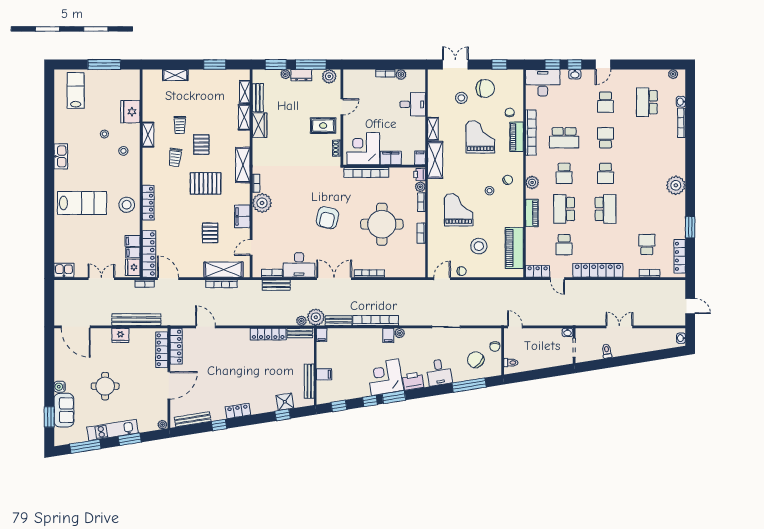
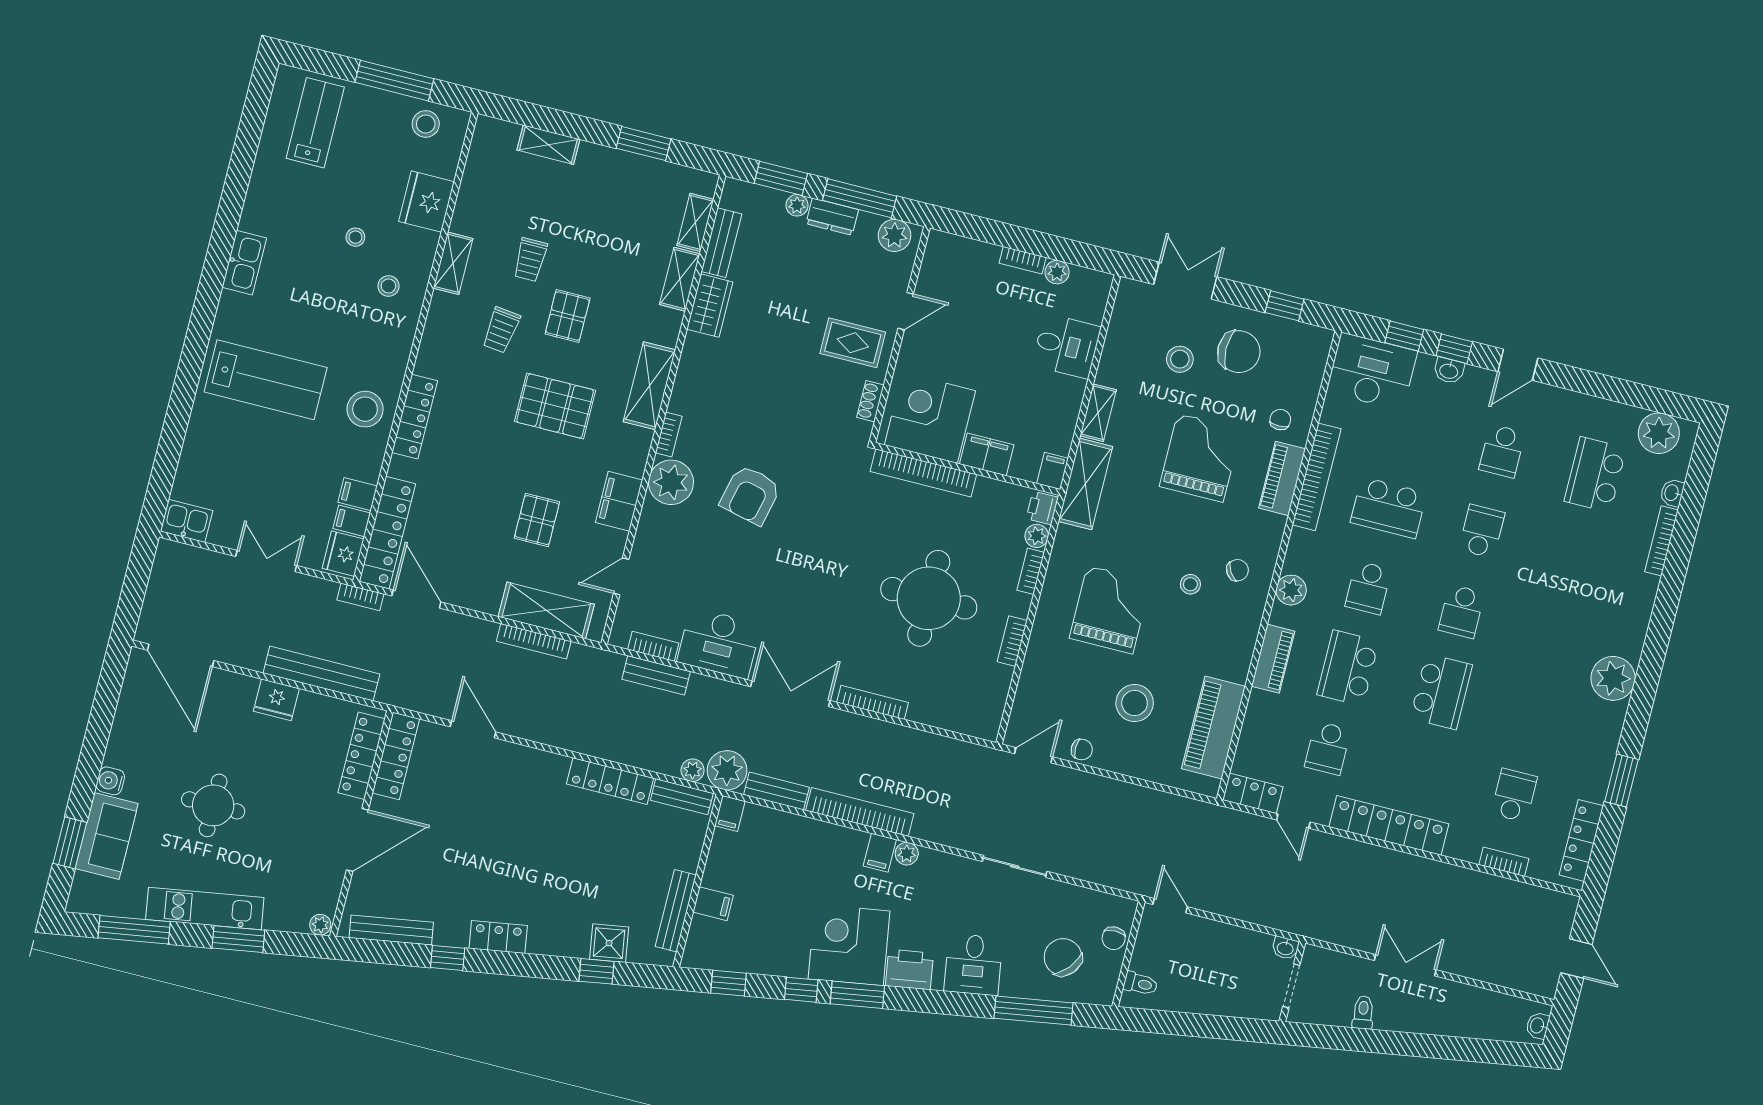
plant: (673, 74) -> (1659, 433), width x1.88, depth x1.88
stool: (122, 79) -> (426, 124), added
armchair: (327, 218) -> (750, 495), moved

